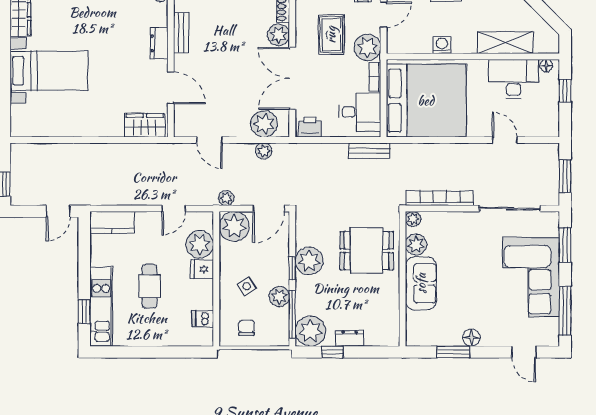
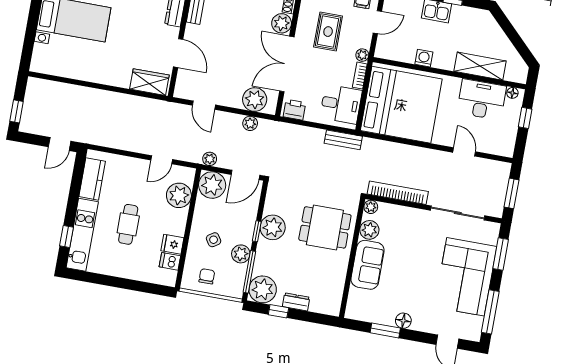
plant: (367, 47) -> (362, 55), width x0.53, depth x0.53
kitchen counter: (112, 222) -> (92, 179), moved, turned -90
fridge: (202, 269) -> (172, 244), moved

